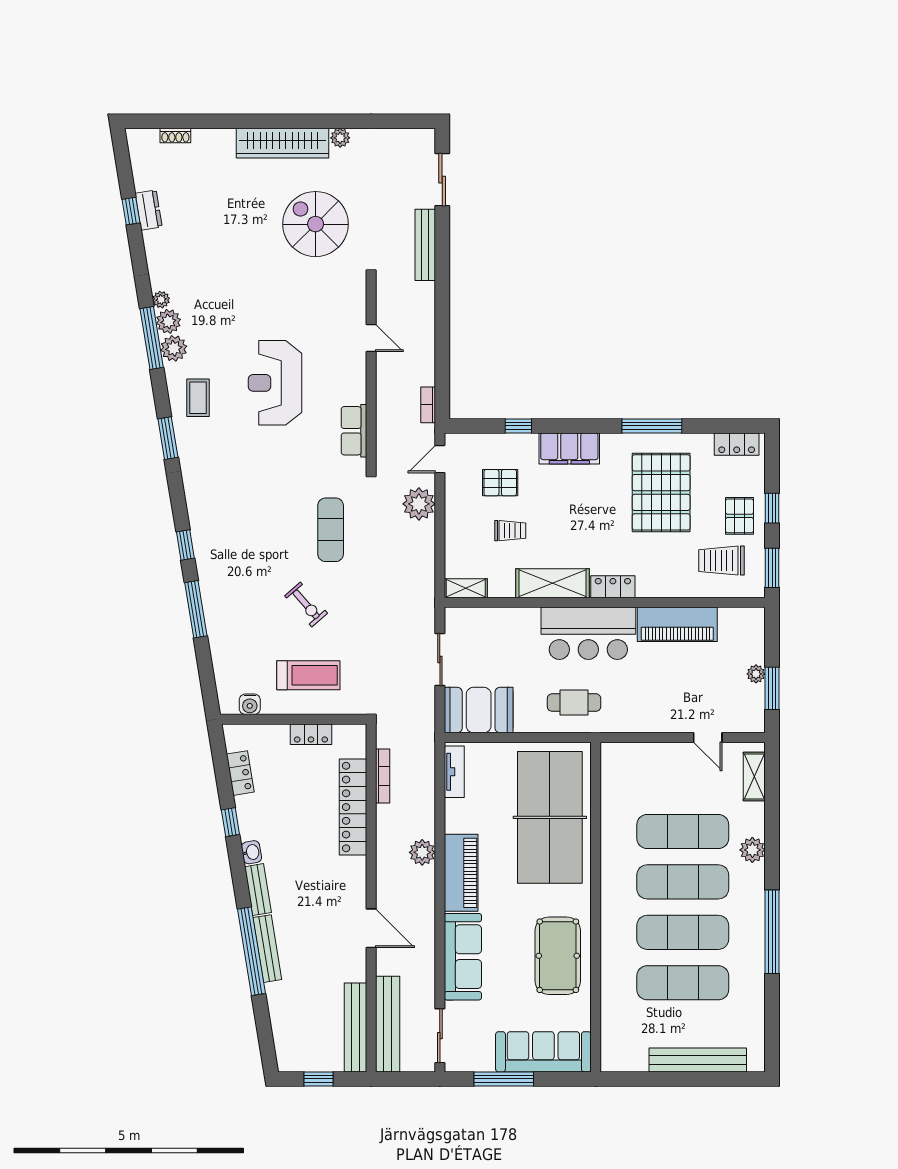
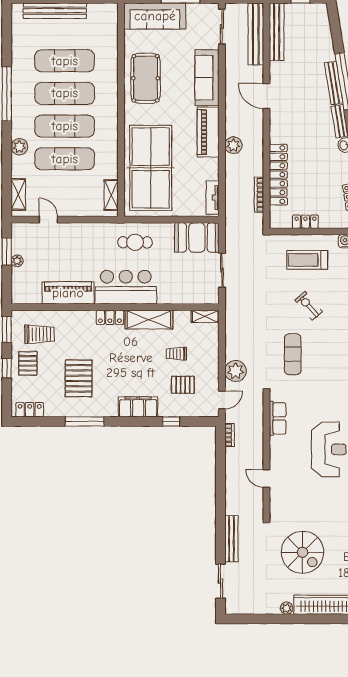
pallet: (661, 492) -> (79, 378), width x0.73, depth x0.71
shelving: (611, 775) -> (111, 195), added

